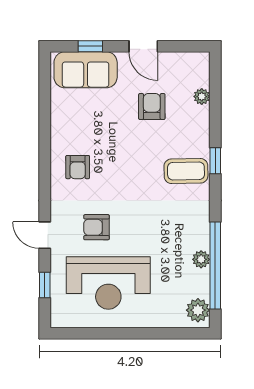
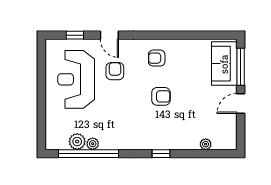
window: (90, 46) -> (241, 67), width x2.17
armchair: (152, 107) -> (161, 96), moved
coffee table: (186, 171) -> (154, 133), removed
door: (45, 235) -> (109, 35), swing flipped
plant: (198, 310) -> (77, 142), moved

